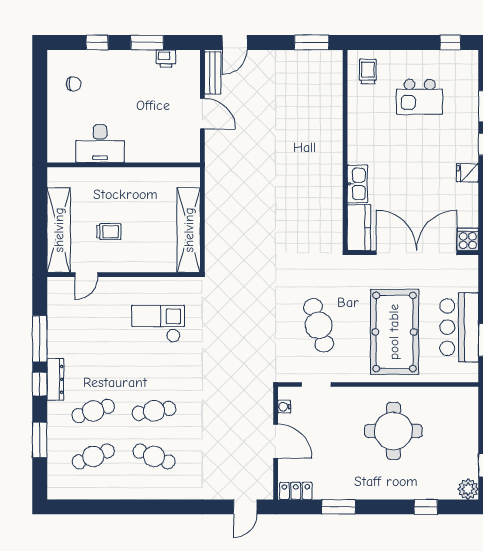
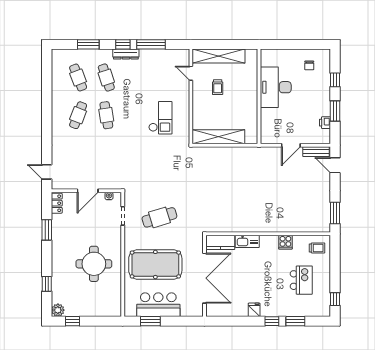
kitchen island: (420, 97) -> (301, 280), turned 180
desk: (100, 144) -> (276, 87), width x1.36, depth x1.30
cooker: (468, 239) -> (285, 242), moved, turned 90

